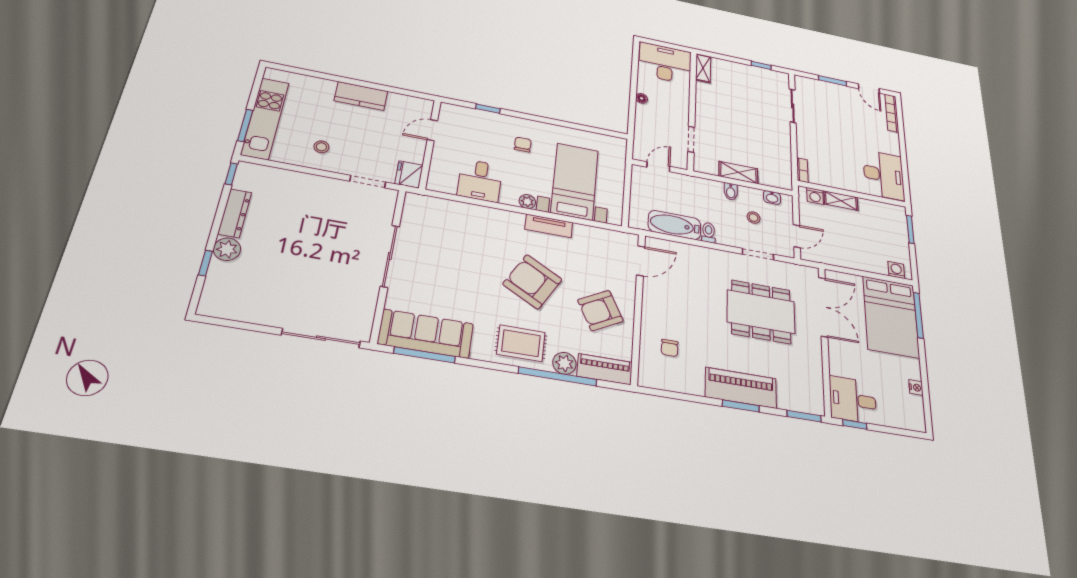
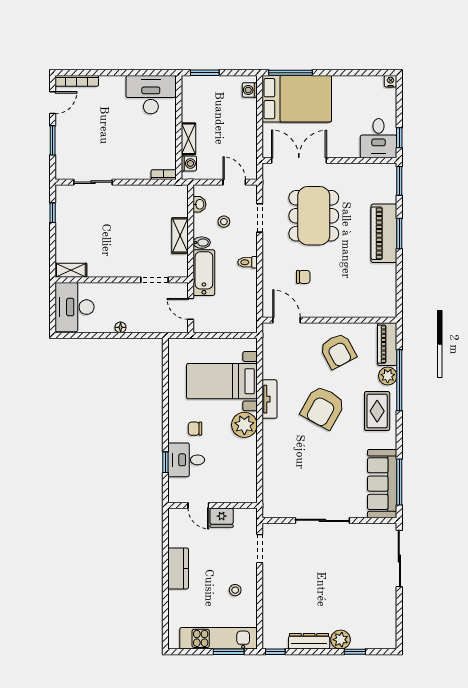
fridge: (409, 174) -> (222, 518), moved
desk: (480, 181) -> (186, 460), moved, turned 180
plant: (527, 202) -> (244, 425), width x1.88, depth x1.88
bathtub: (675, 225) -> (204, 273), moved, turned 180
chair: (670, 348) -> (303, 277), moved
nightstand: (916, 388) -> (391, 81), moved

